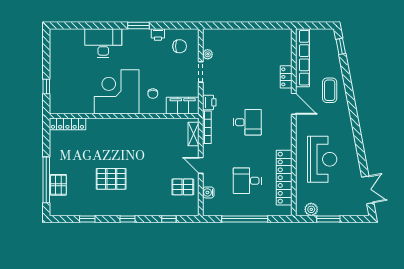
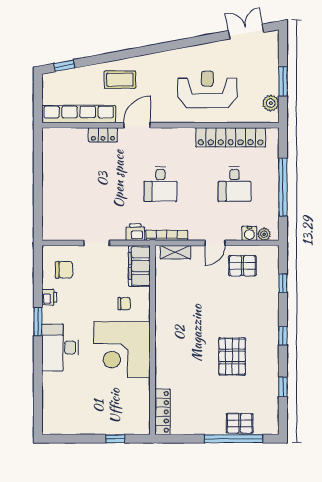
desk: (103, 43) -> (60, 348), moved
chair: (180, 46) -> (64, 270), turned 90
plant: (208, 54) -> (264, 234), moved
desk: (247, 122) -> (160, 184), turned 180
pallet: (183, 187) -> (242, 266), turned 90

